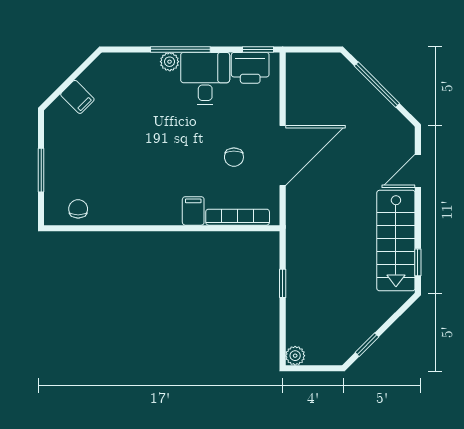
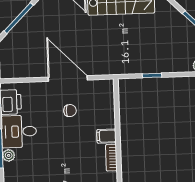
bookcase: (238, 217) -> (111, 158), moved, width x0.64

